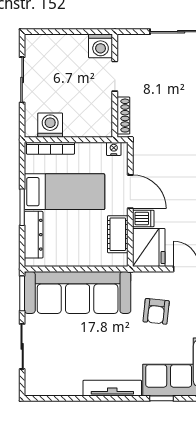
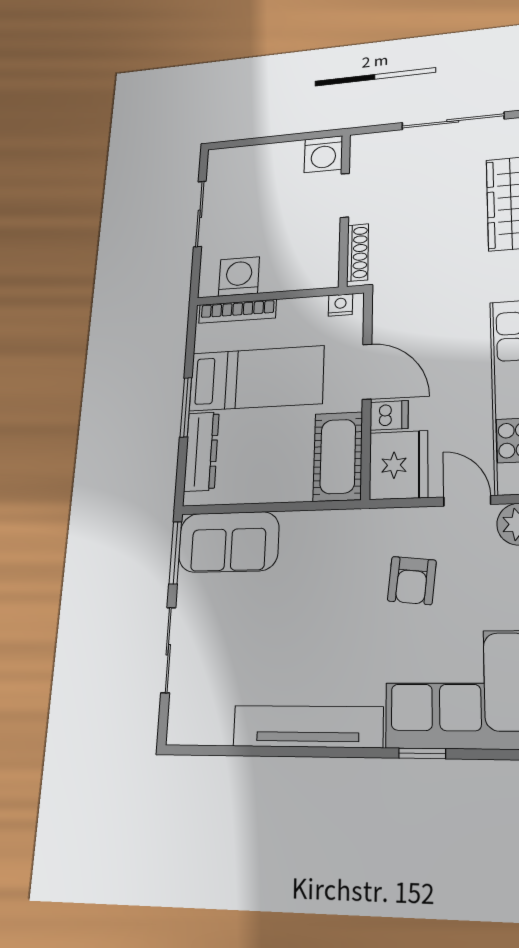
cot: (118, 234) -> (338, 456), width x1.37, depth x1.34
sofa: (78, 292) -> (229, 542), width x0.54, depth x0.79
tv unit: (112, 388) -> (308, 726), width x1.36, depth x1.29

